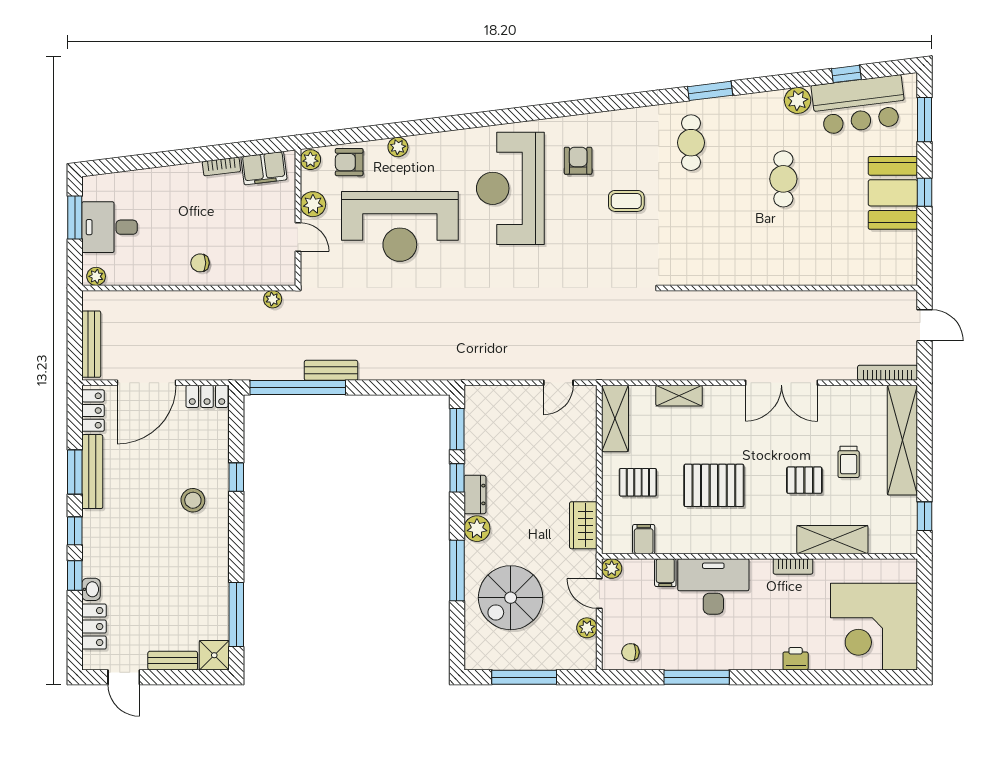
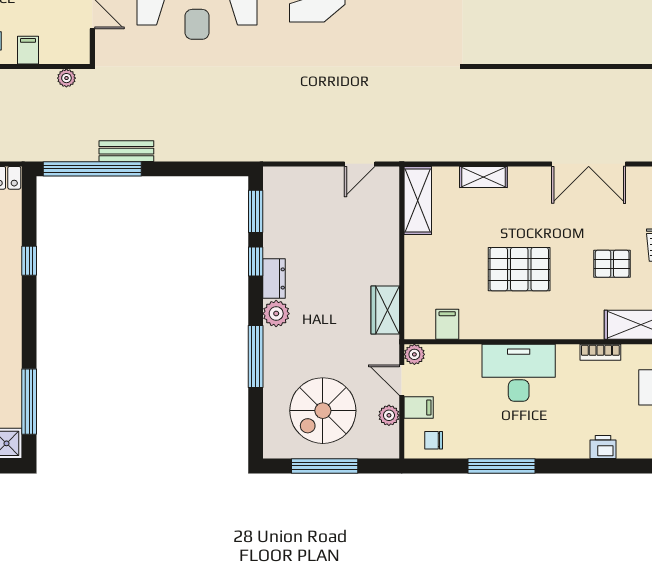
filing cabinet: (235, 272) -> (28, 50), added
pallet: (638, 482) -> (441, 266), removed
filing cabinet: (665, 573) -> (419, 408), moved, turned -90
spiral stairs: (511, 598) -> (323, 411), moved

